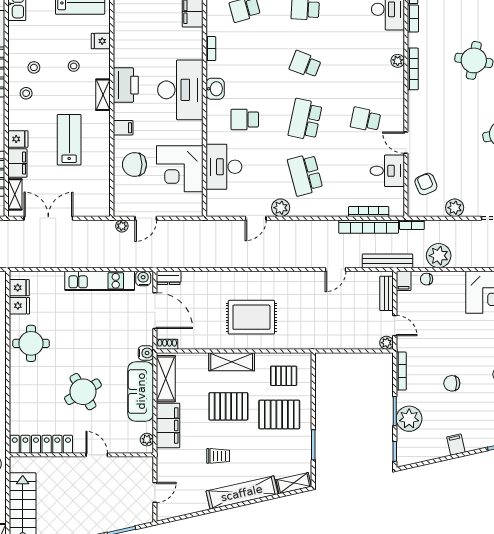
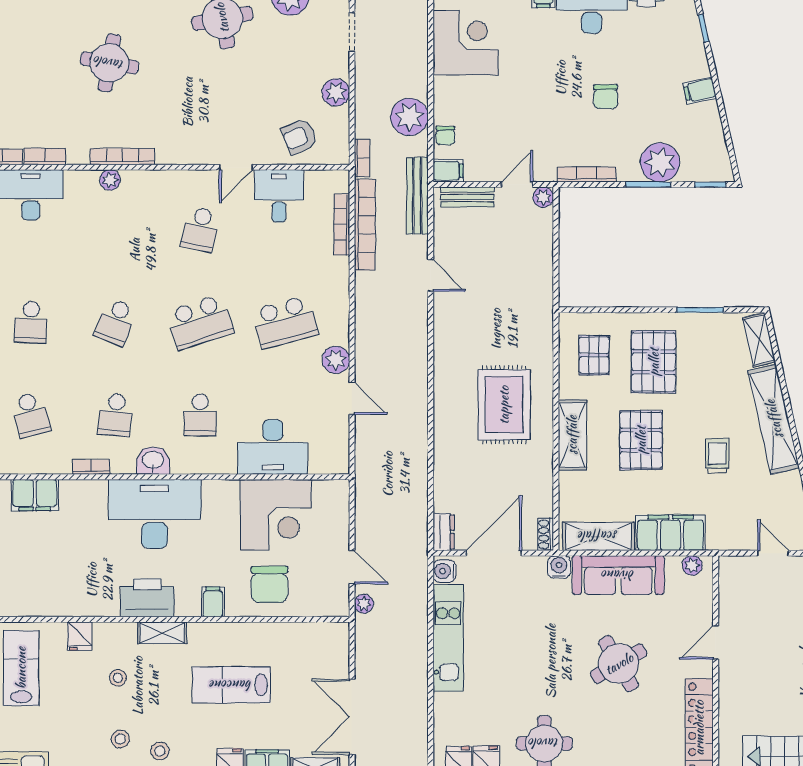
school desk: (245, 64) -> (115, 415), added
school desk: (305, 120) -> (200, 322), turned -30

